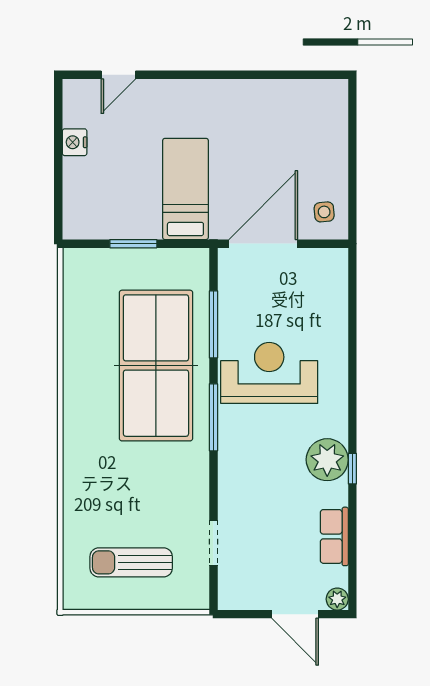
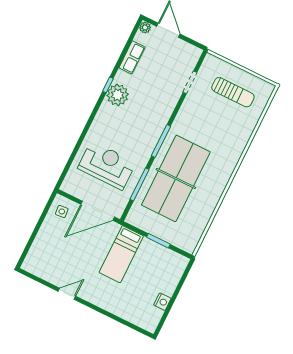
door: (118, 75) -> (67, 294), moved
reception desk: (269, 373) -> (107, 165), moved, turned 180

